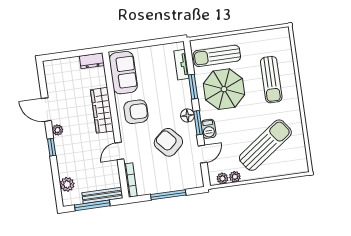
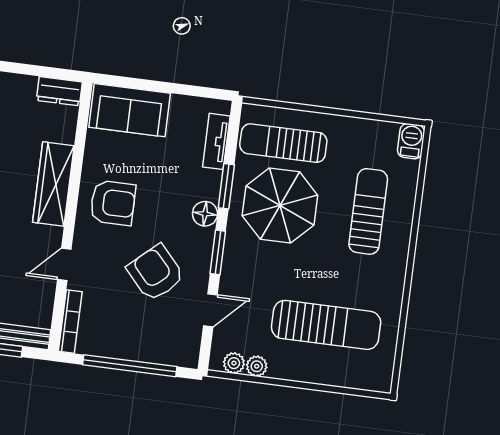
sofa: (123, 73) -> (130, 110), moved, turned 90
sun lounger: (271, 80) -> (368, 211), turned 180
floor lamp: (187, 115) -> (205, 214), moved
barbecue: (209, 129) -> (411, 141), moved, turned 180
sun lounger: (265, 145) -> (326, 325), turned 36
window: (168, 195) -> (130, 366), width x1.46

